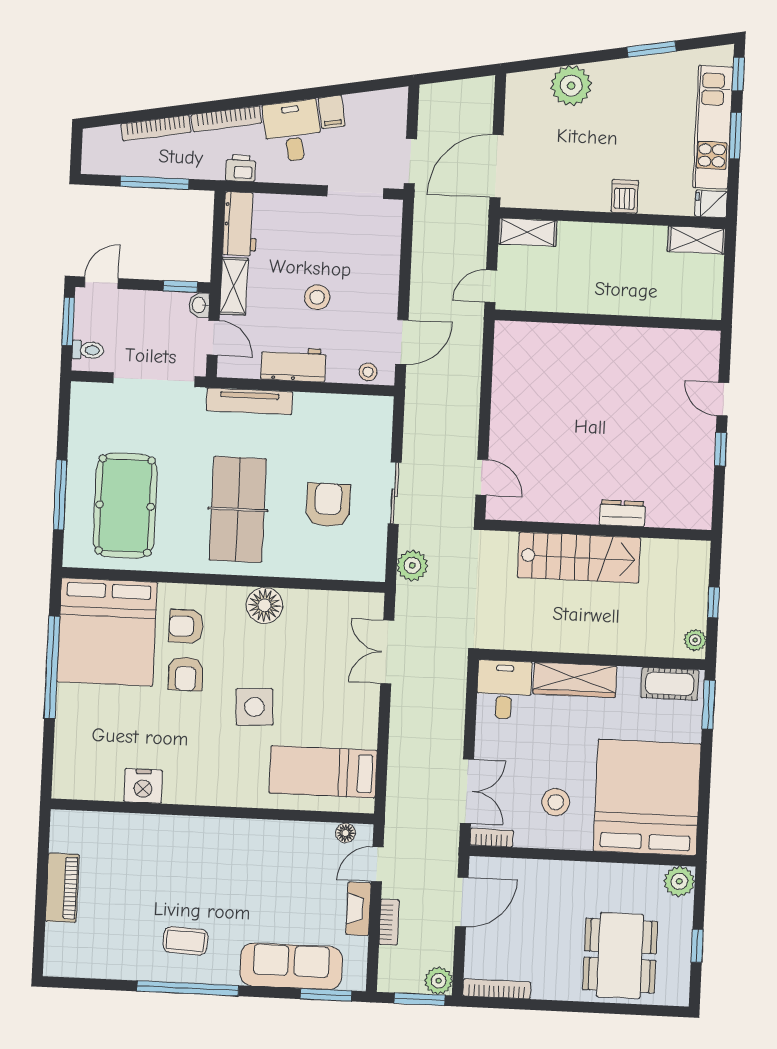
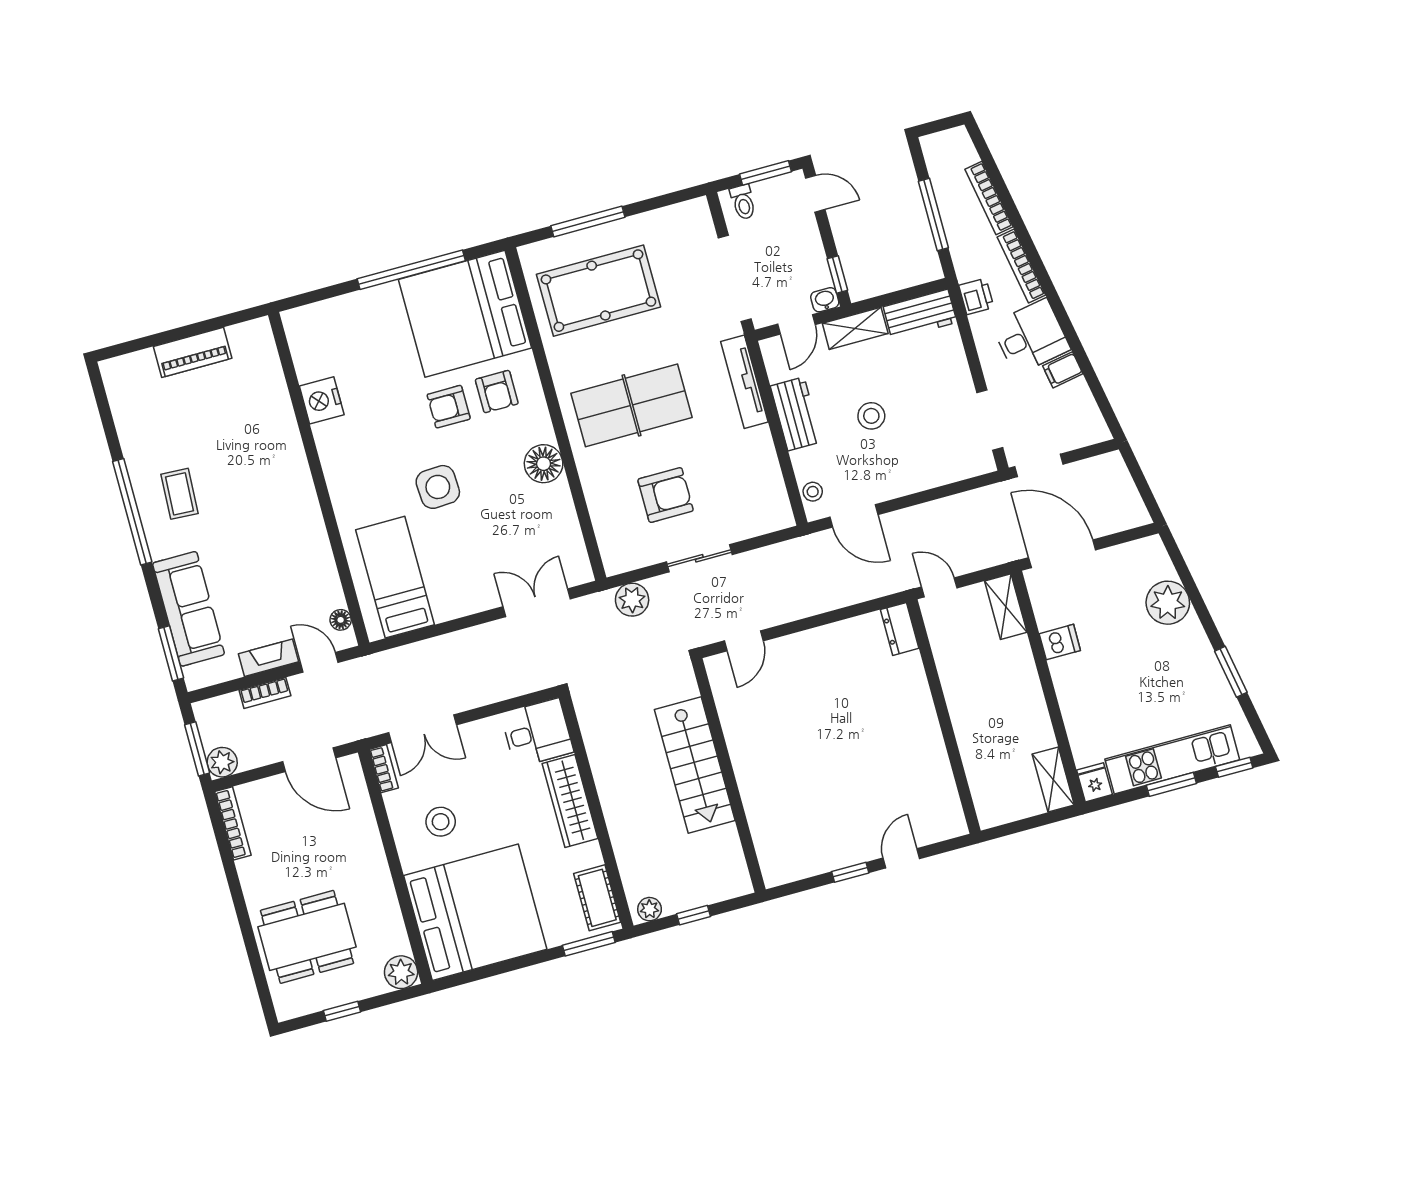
dishwasher: (625, 196) -> (1060, 642), moved
dresser: (622, 513) -> (900, 629), moved, turned 180
armchair: (186, 626) -> (497, 392), turned 180

